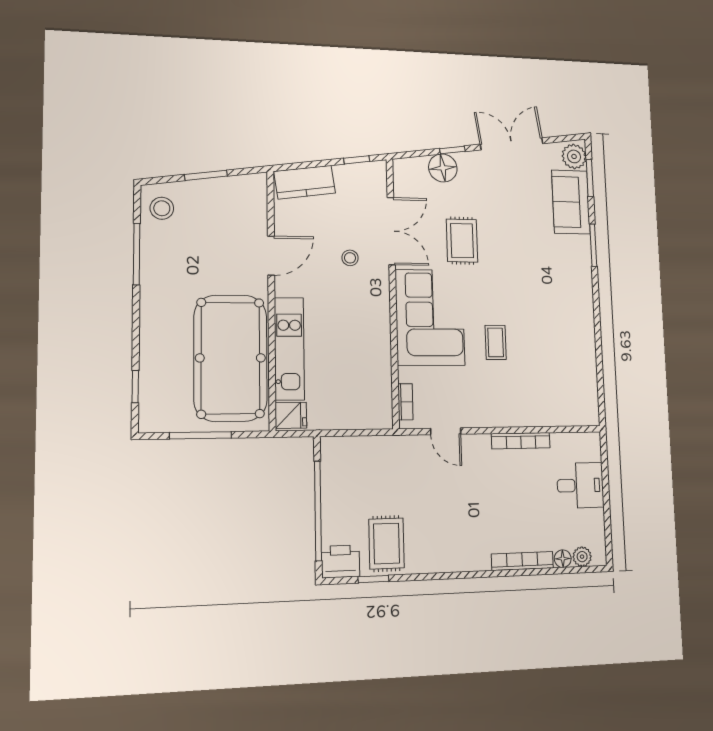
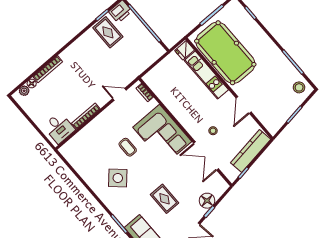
kitchen counter: (305, 182) -> (251, 151), width x1.50
rug: (462, 241) -> (165, 199), moved
side table: (545, 310) -> (118, 178), added
desk: (580, 485) -> (59, 128), moved, turned -90

